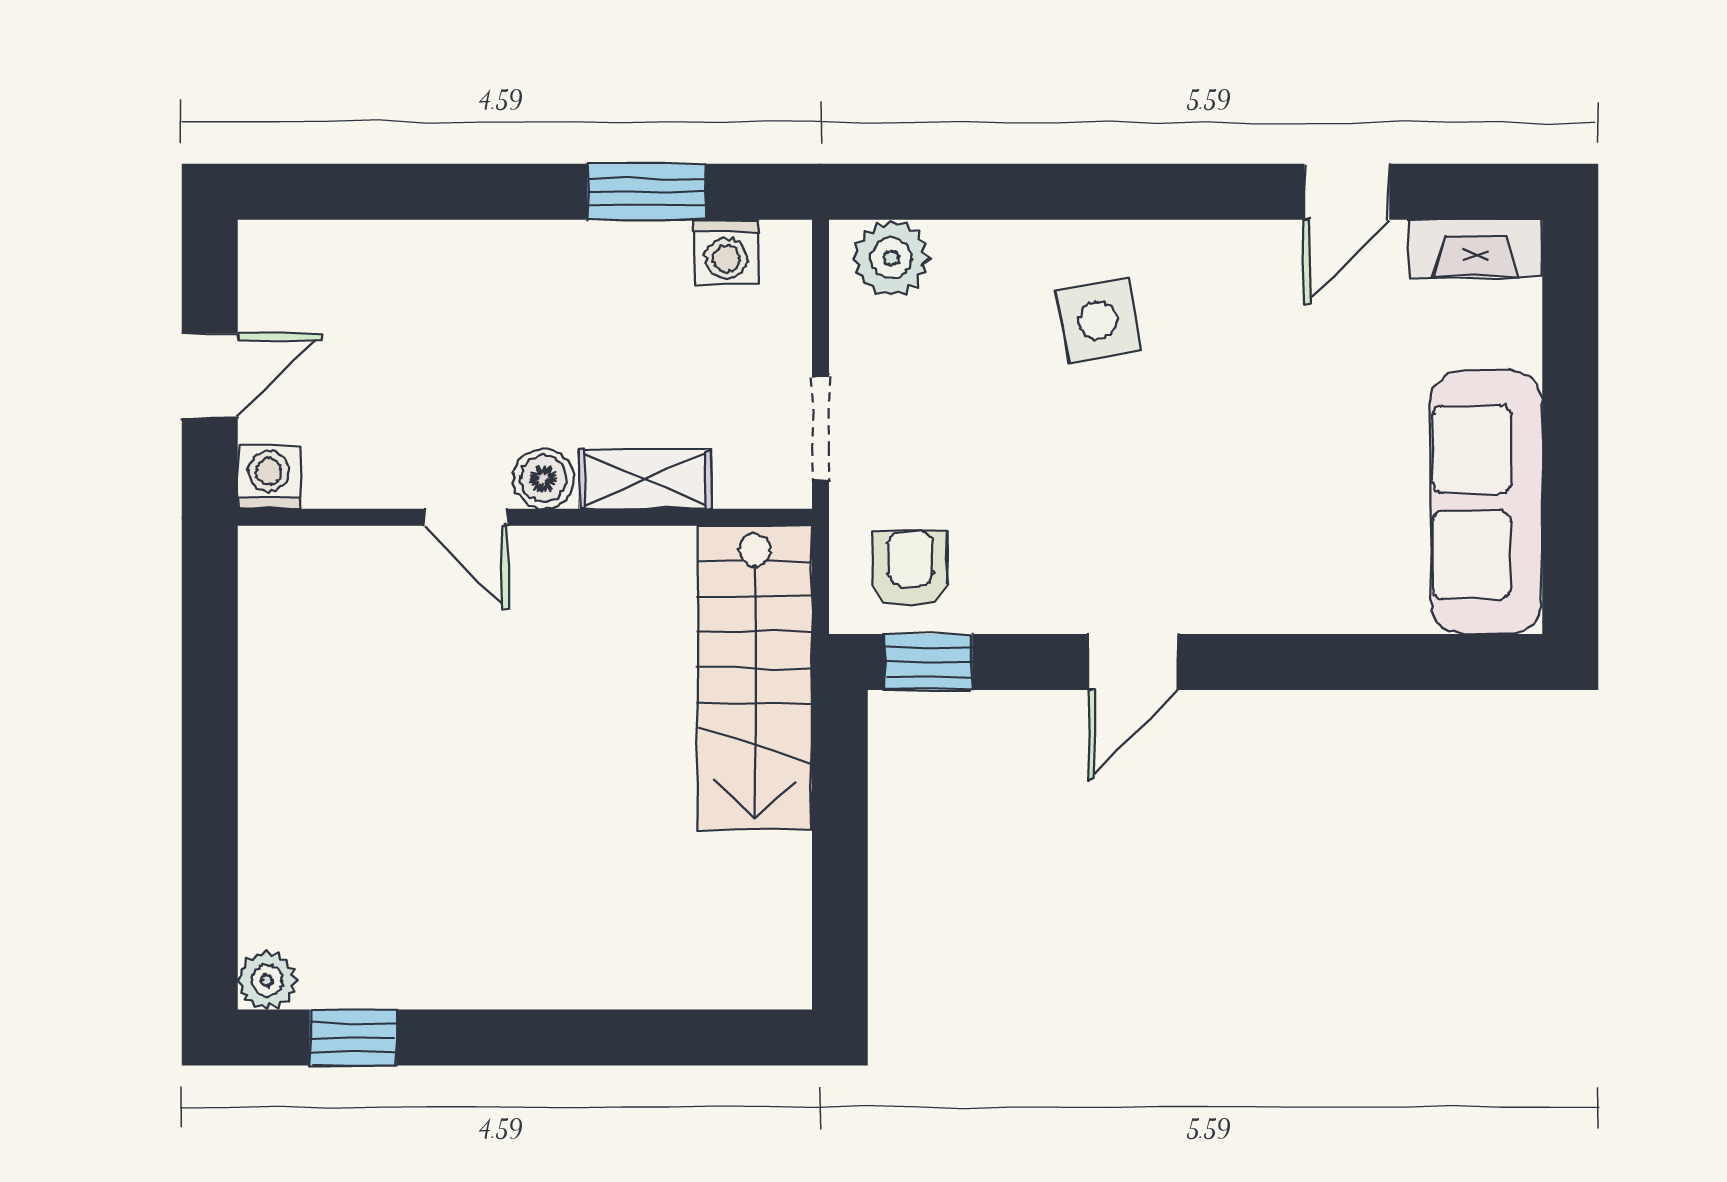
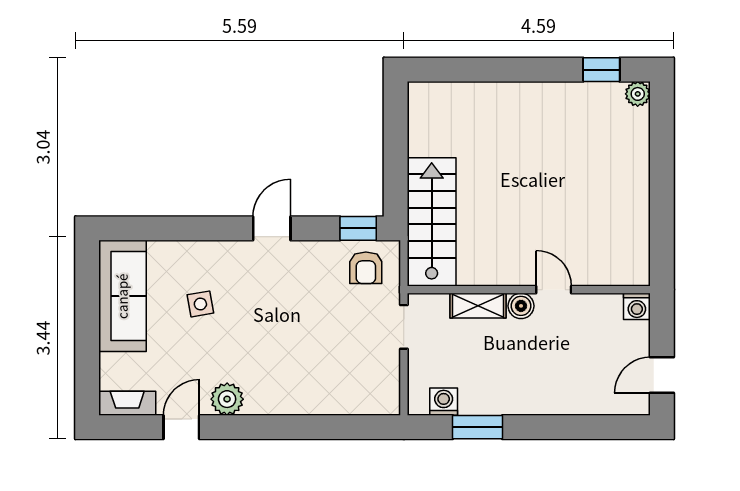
plant: (891, 258) -> (227, 399), moved
side table: (1098, 321) -> (200, 304), moved, width x0.73, depth x0.73
door: (210, 376) -> (662, 375), moved

